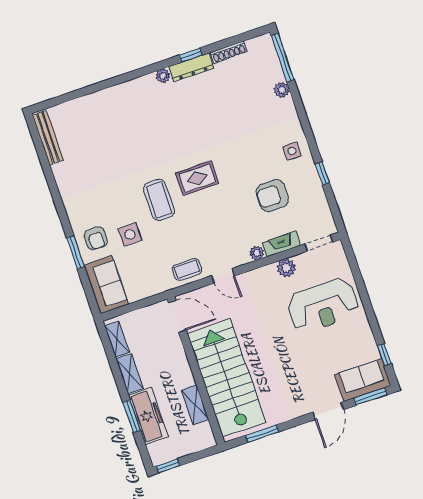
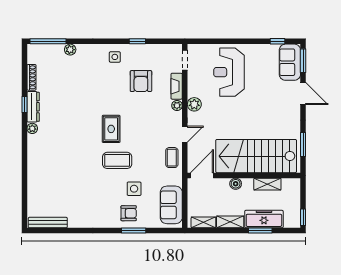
plant: (286, 268) -> (194, 104), moved
sofa: (106, 285) -> (171, 205), moved, turned -90
reception desk: (323, 306) -> (229, 72), turned 180
boiler: (181, 364) -> (236, 184), added

